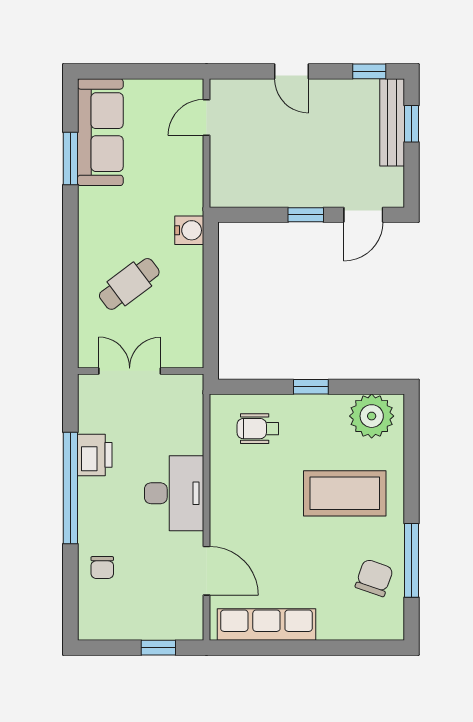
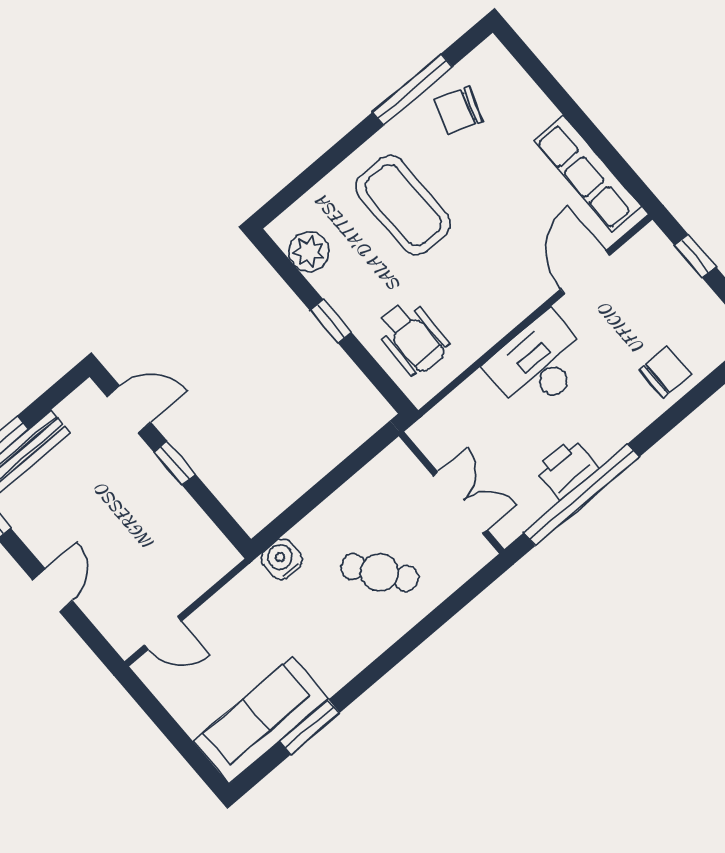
double door: (130, 371) -> (460, 503), swing flipped
plant: (372, 416) -> (309, 252), width x0.73, depth x0.73
wheelchair: (258, 429) -> (412, 337), width x1.36, depth x1.37
window: (70, 488) -> (581, 495), moved
chair: (102, 568) -> (665, 372), width x1.37, depth x1.37

